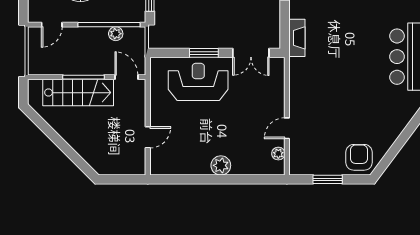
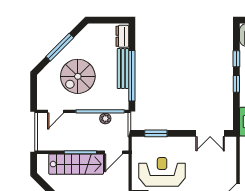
window: (204, 53) -> (156, 133), moved
door: (126, 77) -> (114, 152), swing flipped
reception desk: (198, 82) -> (162, 172), moved

